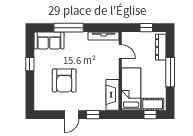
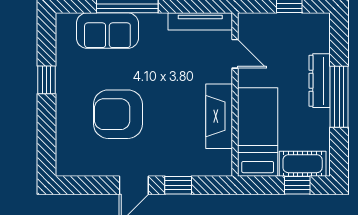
sofa: (49, 40) -> (107, 31), moved
dresser: (161, 47) -> (320, 81), moved
armchair: (64, 80) -> (118, 114), turned 90
fireplace: (113, 95) -> (219, 116), moved

